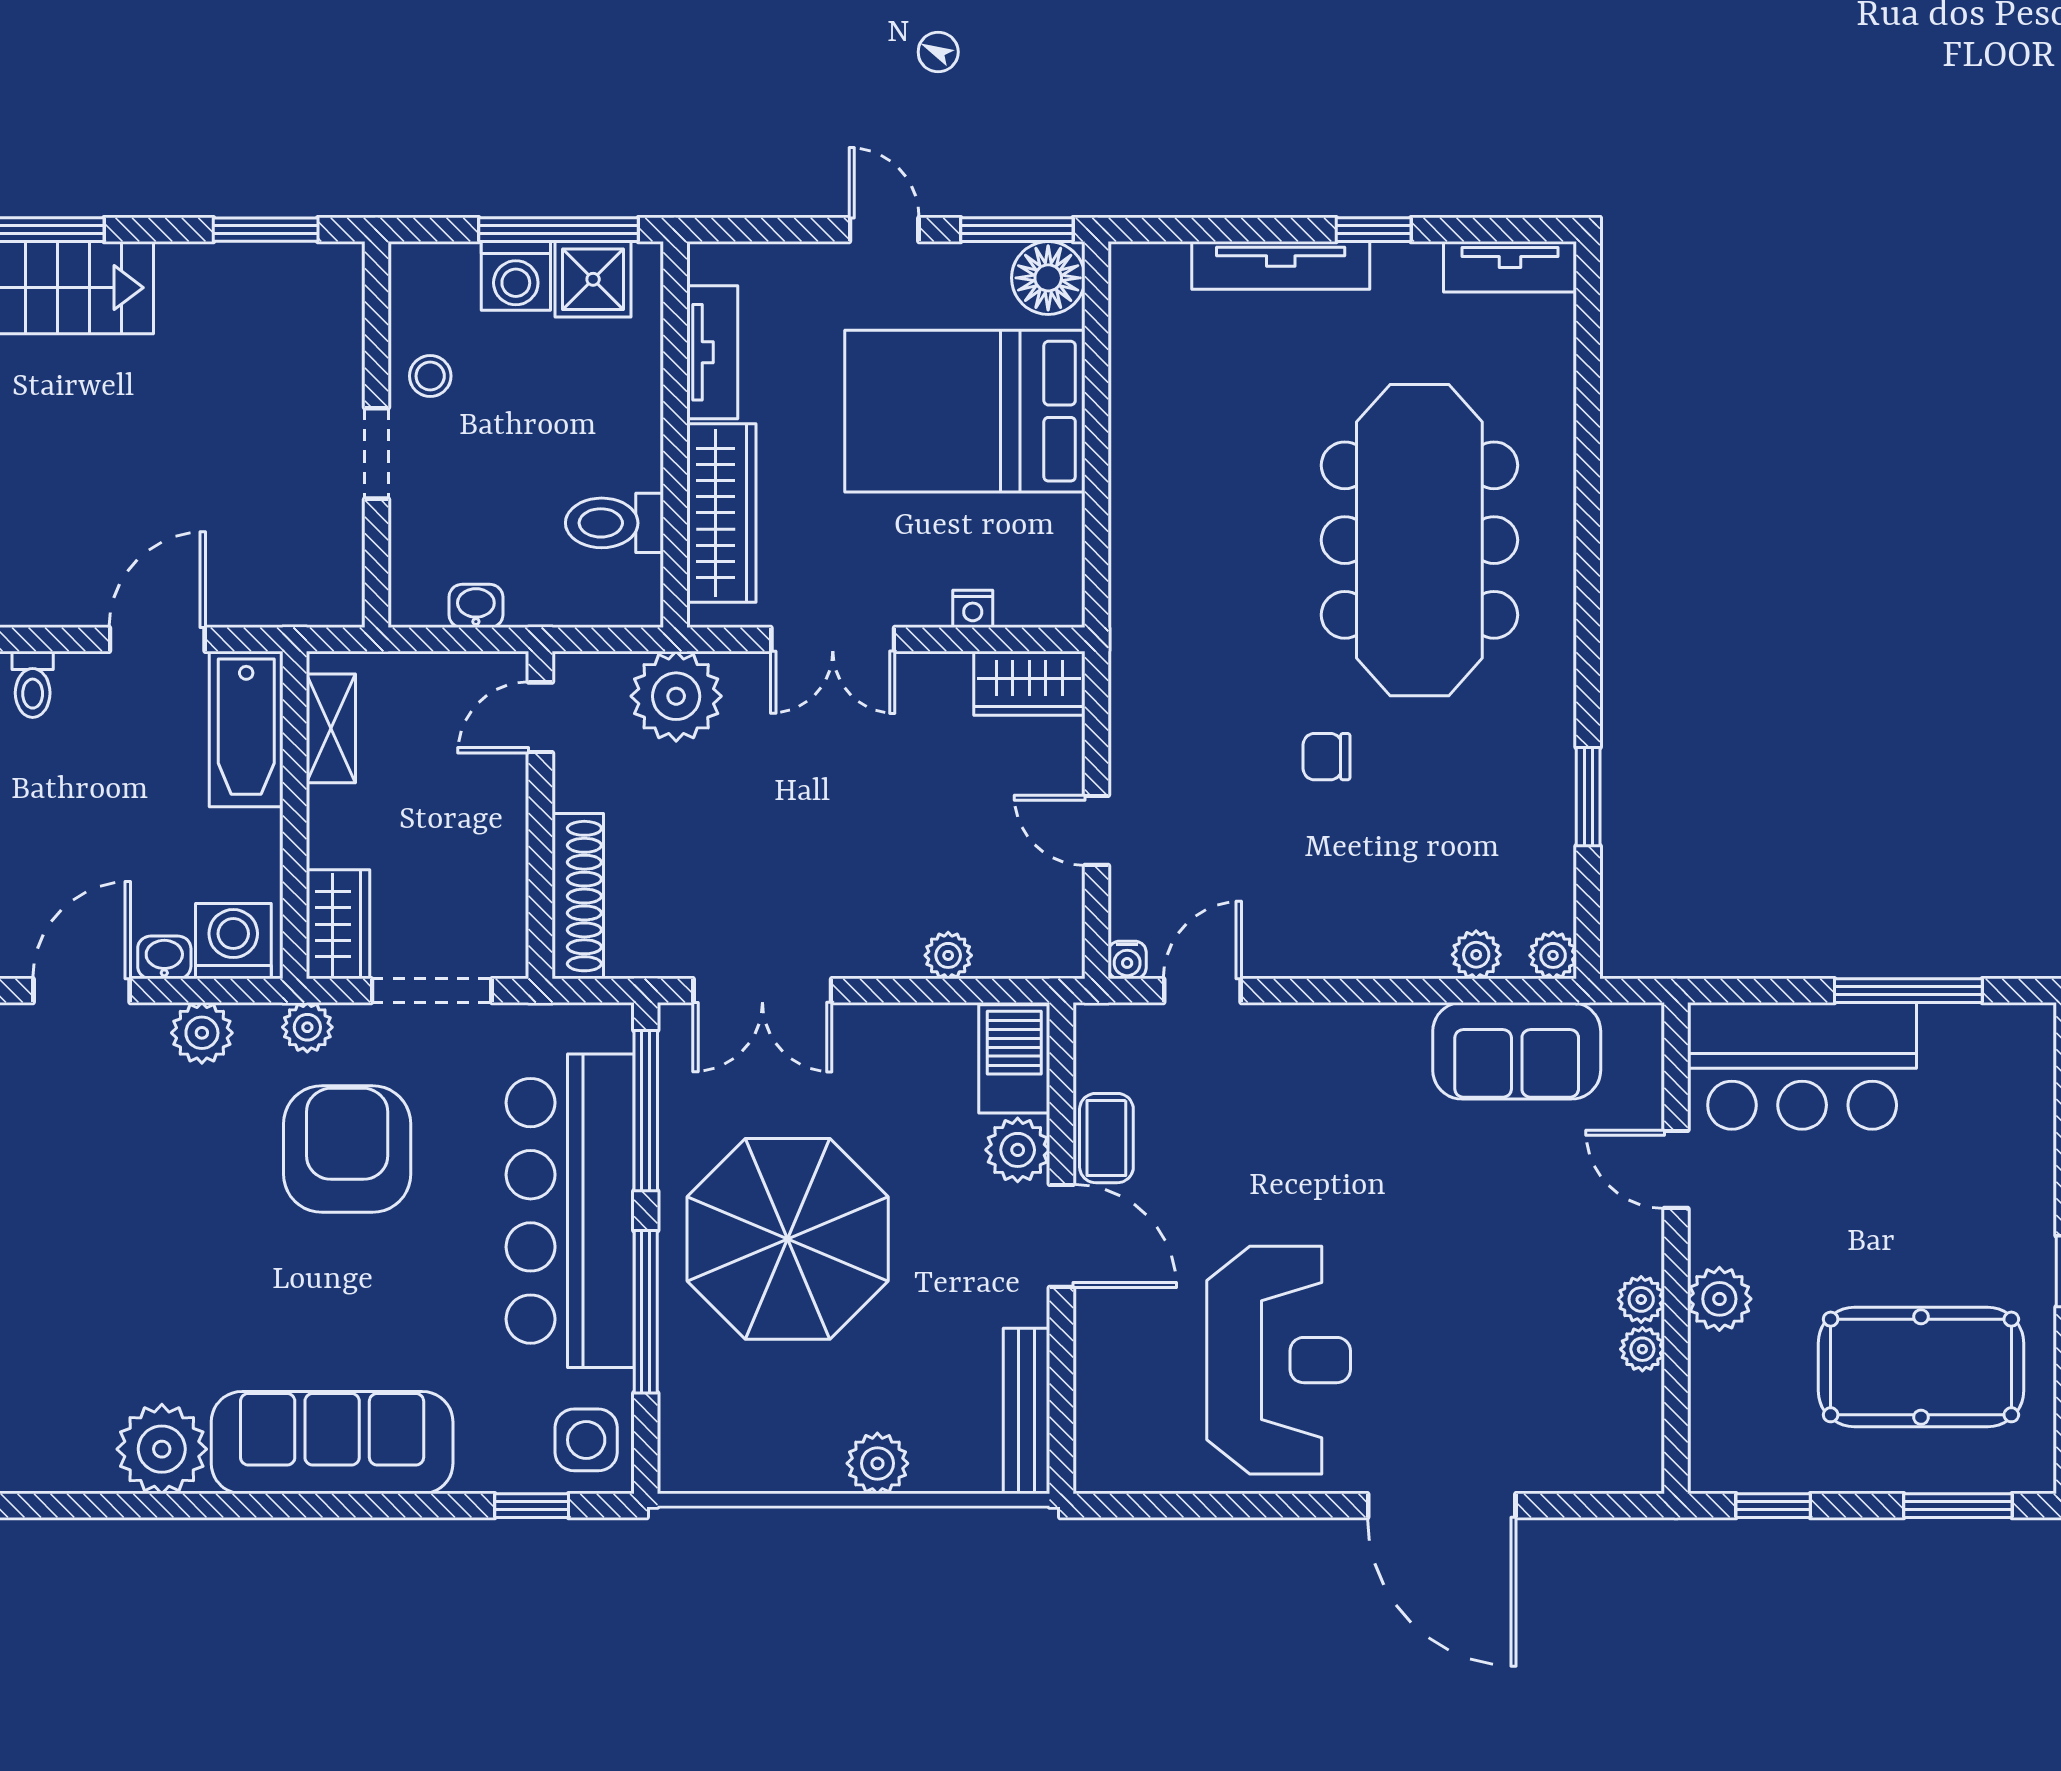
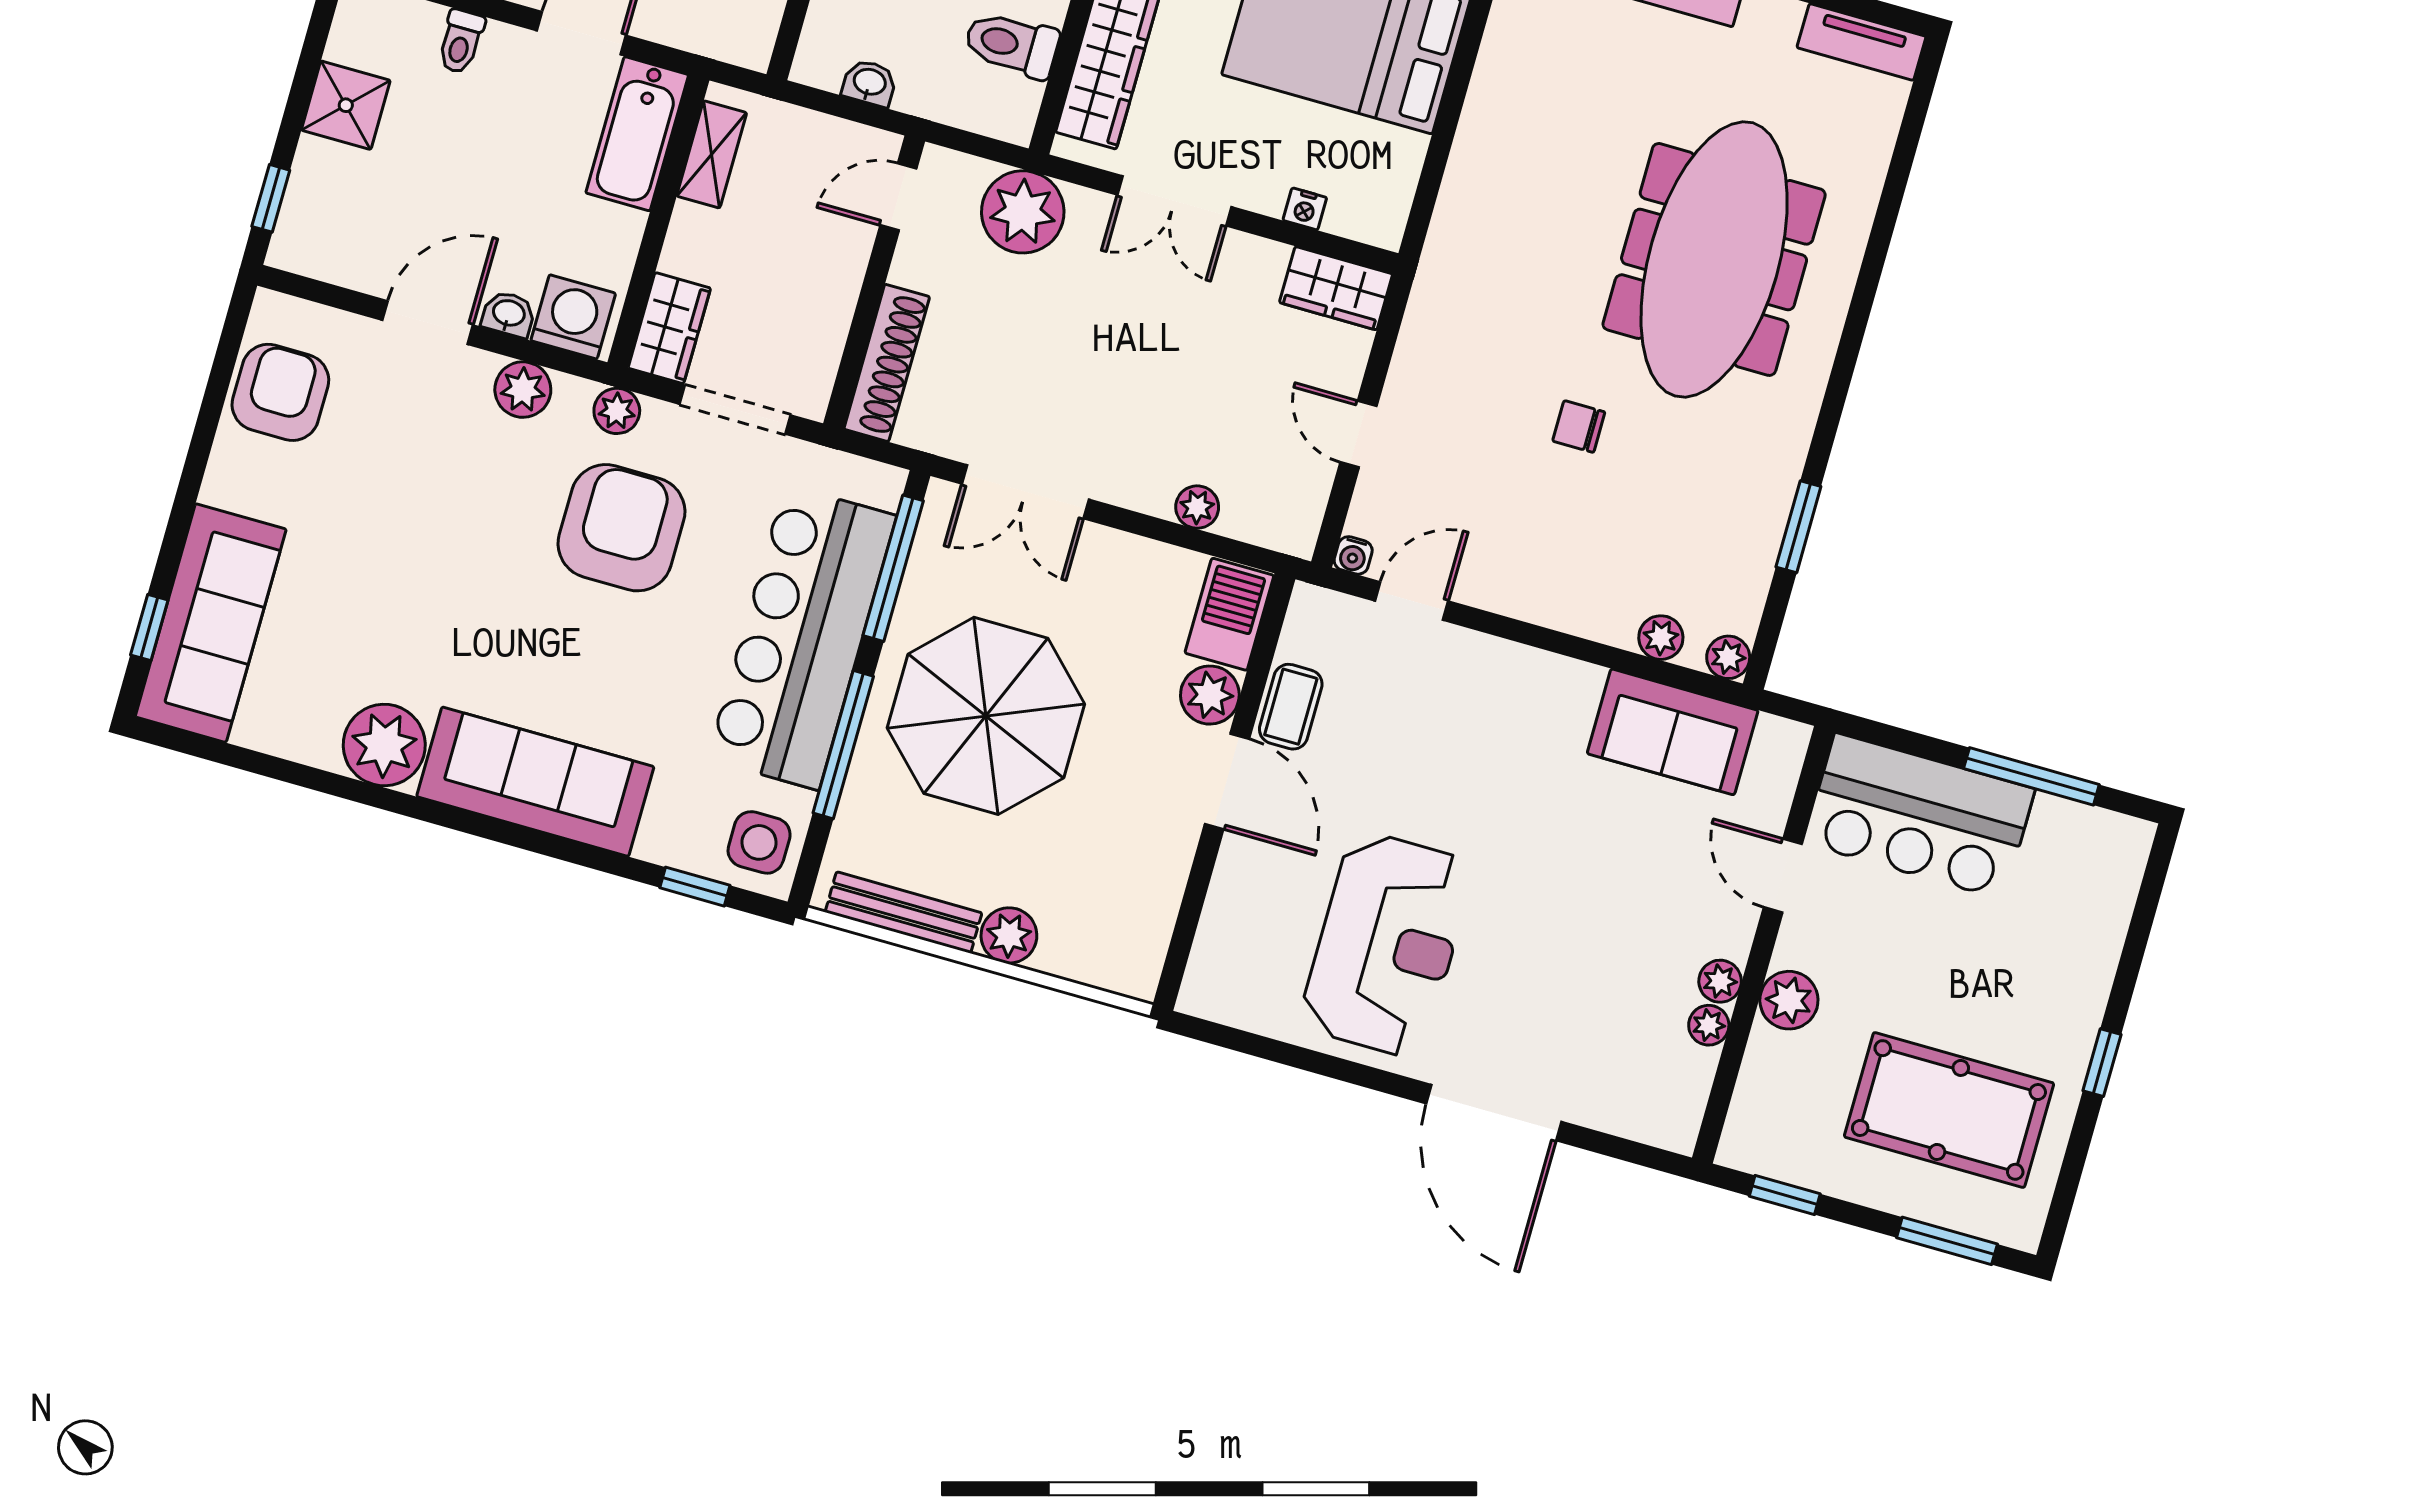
bench: (1026, 1411) -> (903, 913), moved, turned 90

